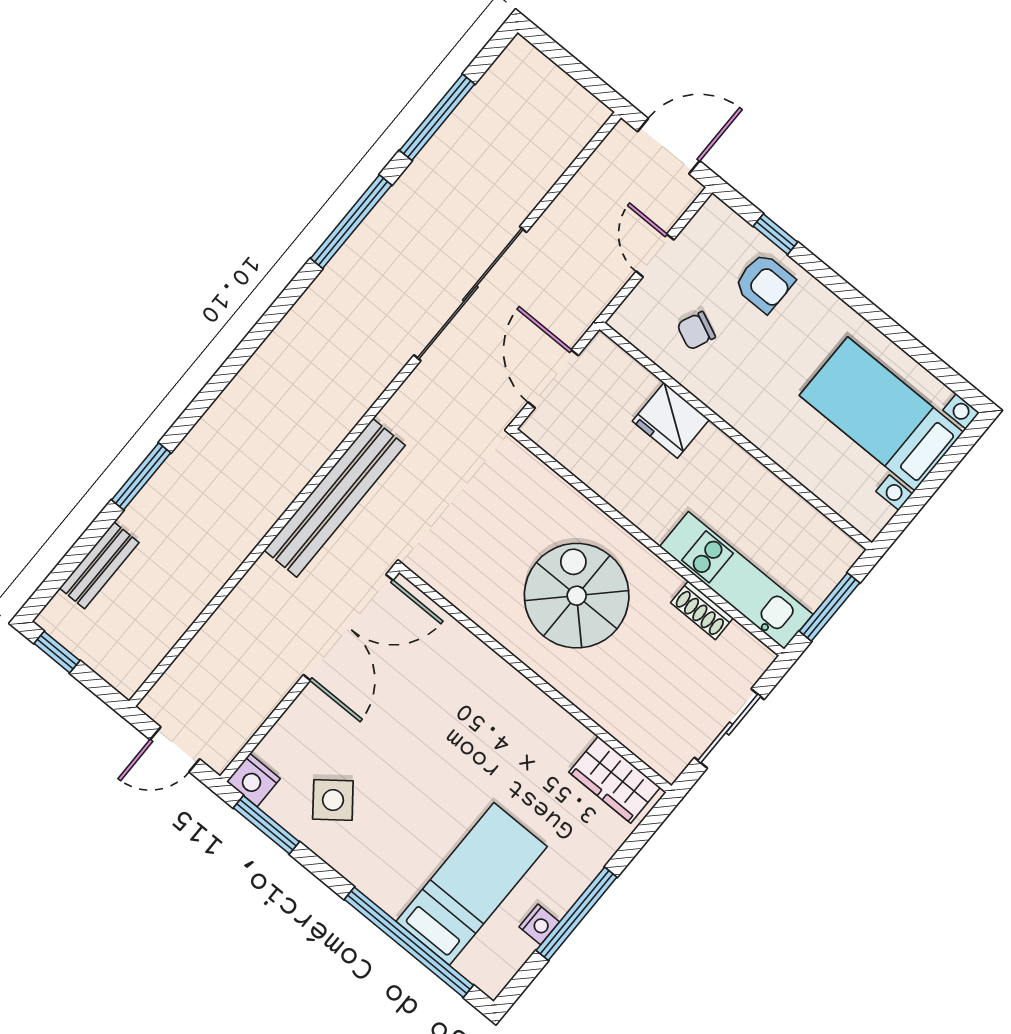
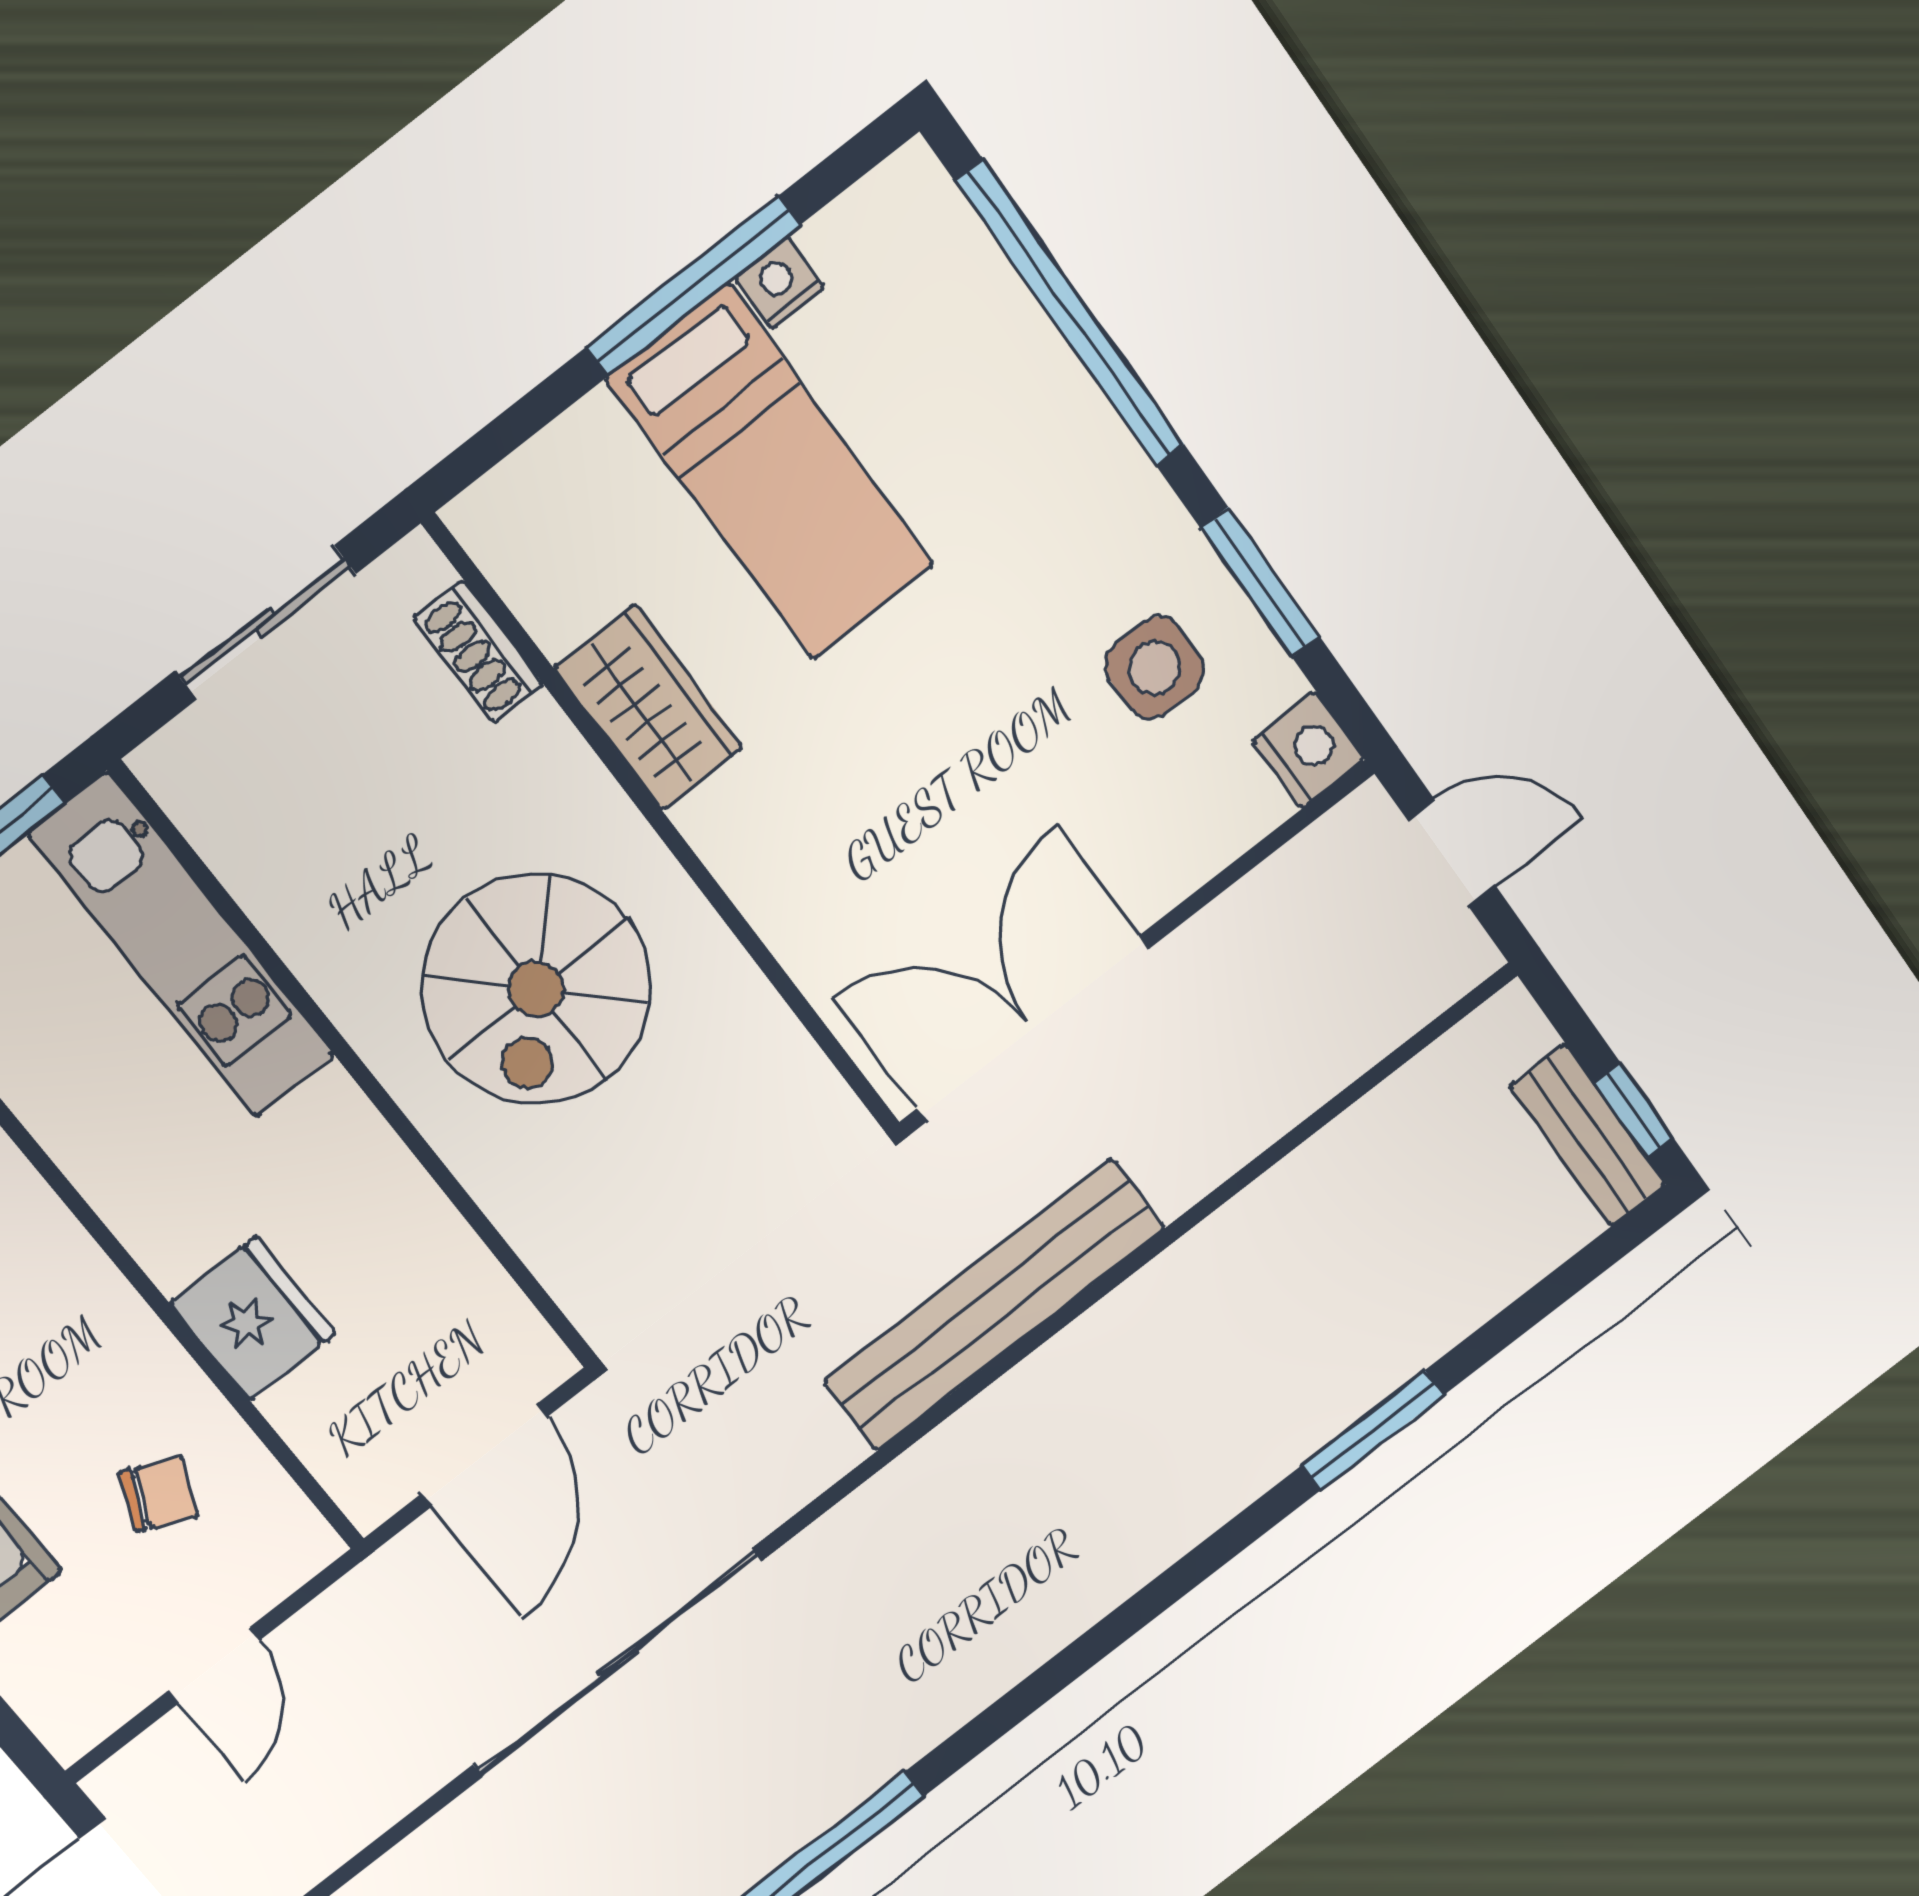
bench: (99, 565) -> (1588, 1135), moved, turned 90
shoe rack: (702, 610) -> (479, 652), moved, turned 180
wardrobe: (615, 780) -> (648, 707), moved
side table: (333, 800) -> (1155, 668), turned 38
window: (266, 825) -> (1260, 583), moved
bed: (472, 884) -> (771, 473), moved, turned -90

